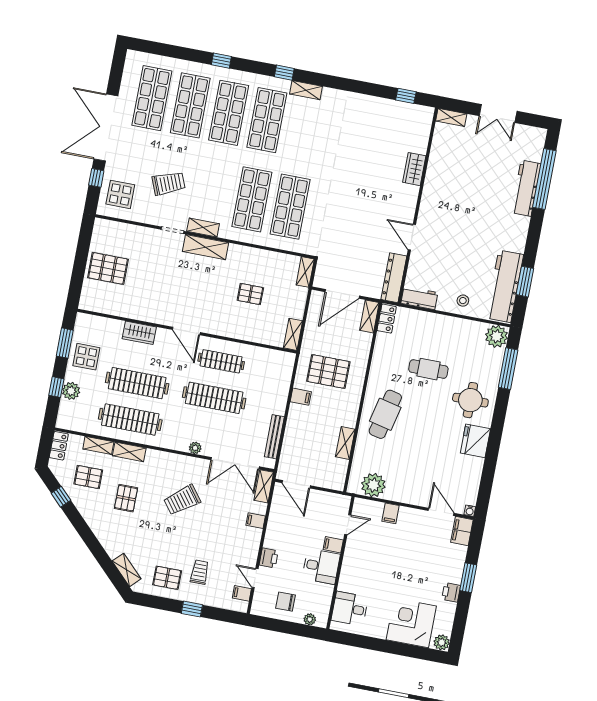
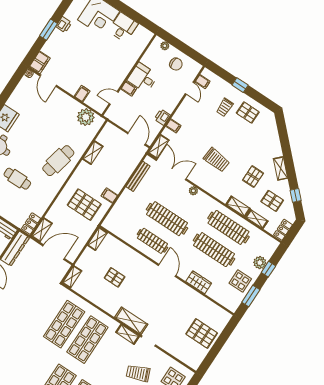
trolley: (182, 500) -> (216, 160), turned 42
printer: (269, 558) -> (162, 117), moved
shelving: (127, 570) -> (281, 168), moved
desk: (350, 609) -> (123, 27), moved, turned -90

